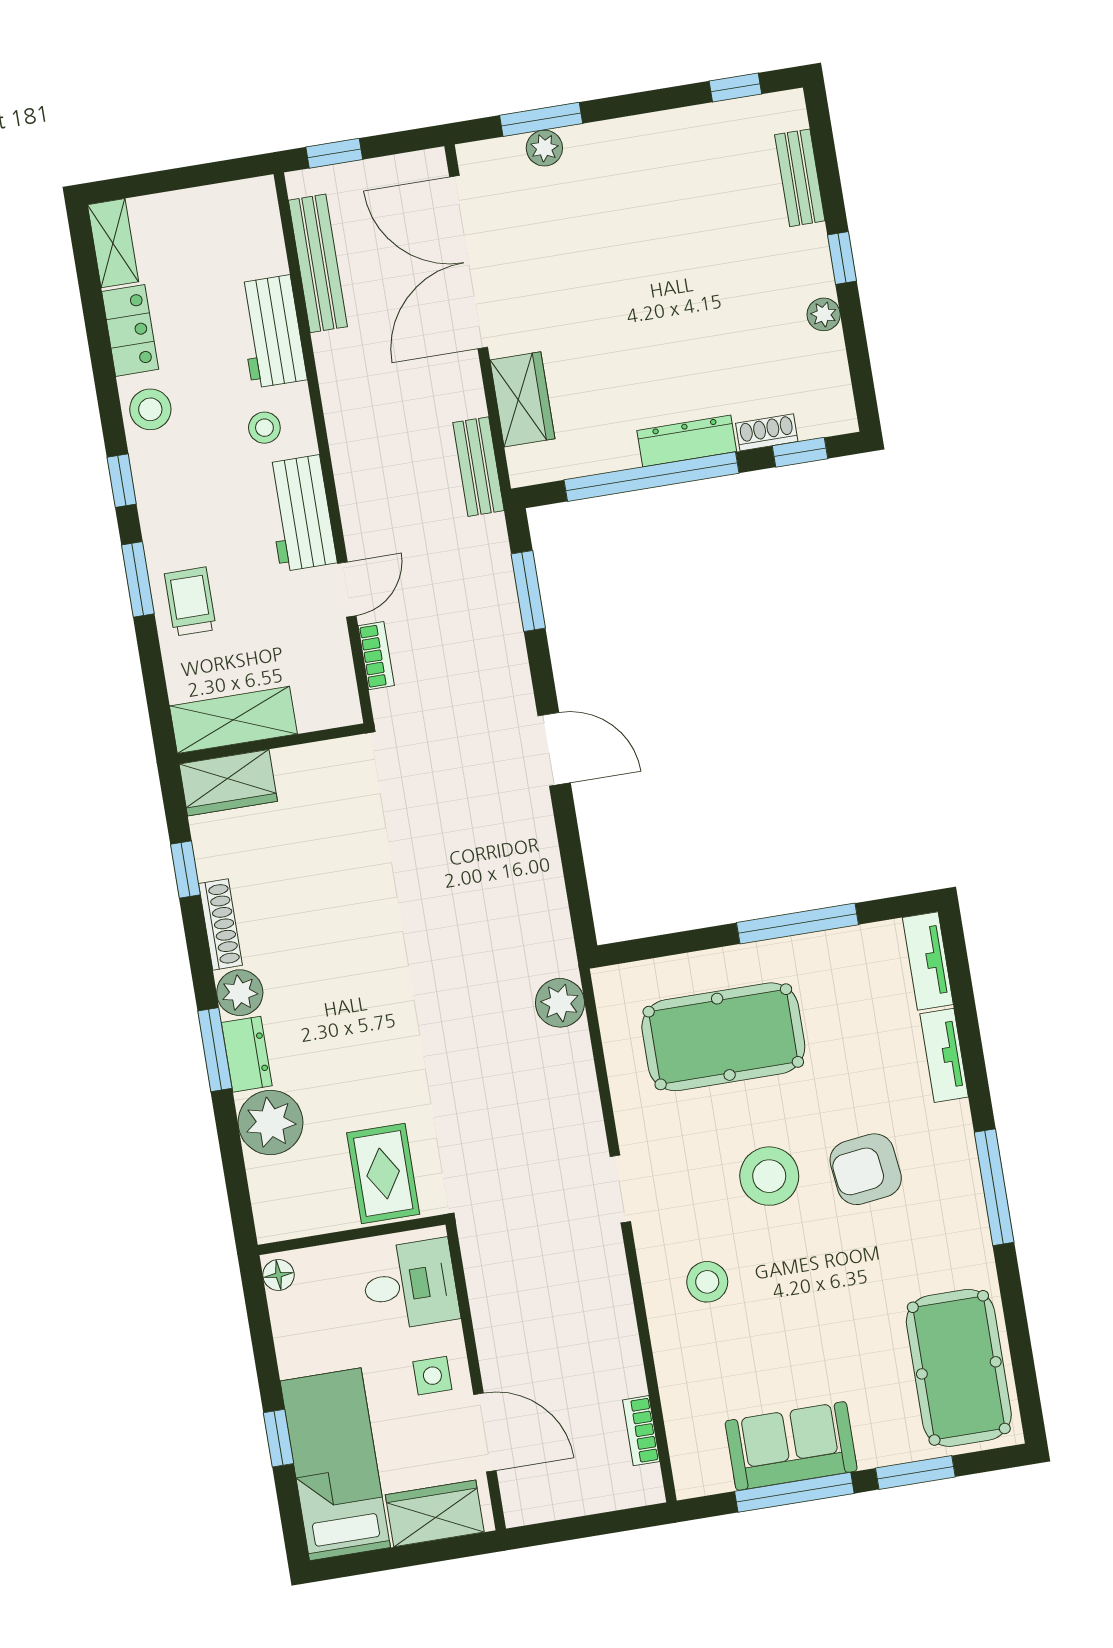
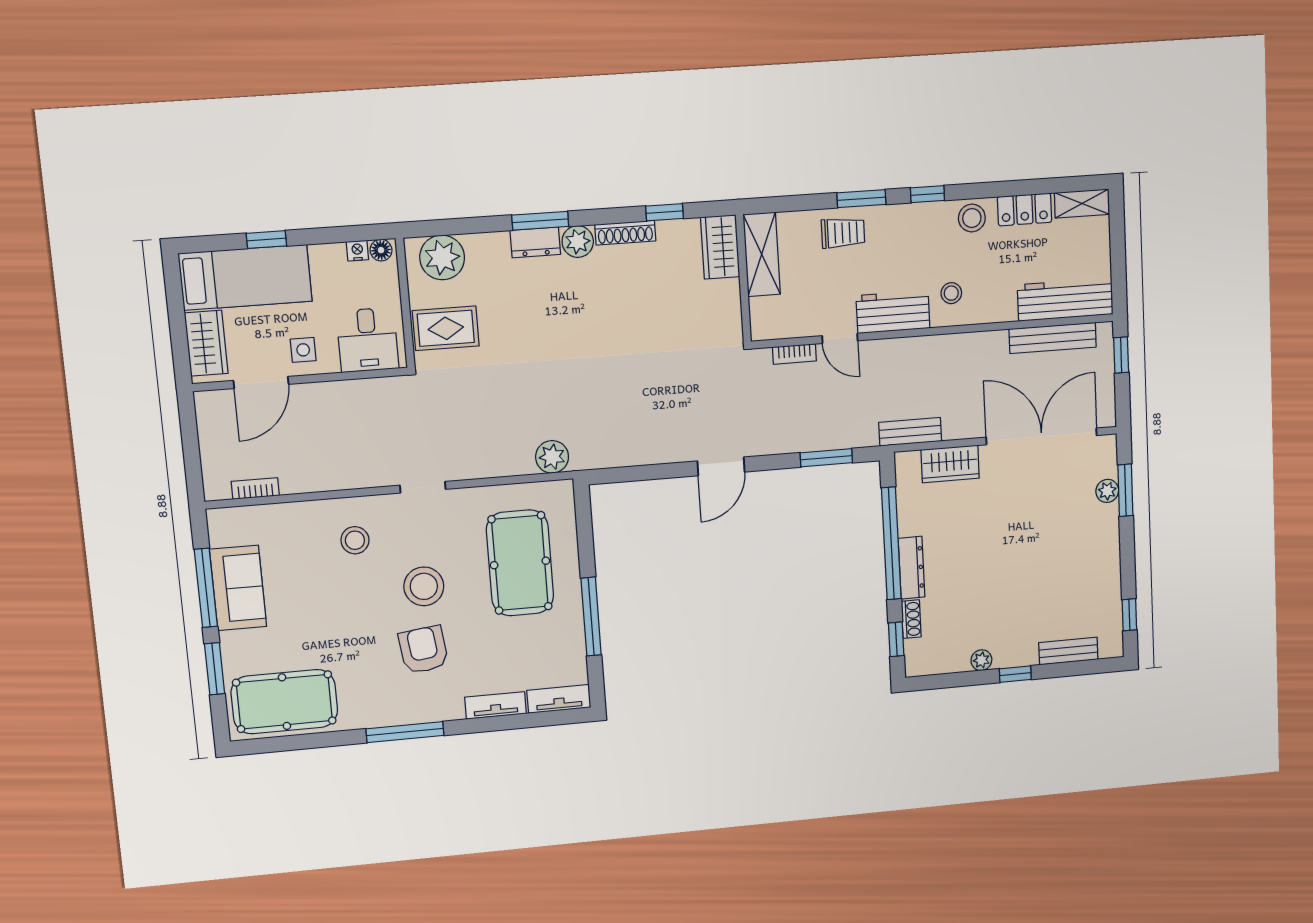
workbench: (271, 332) -> (1065, 300), moved, width x1.38
plant: (270, 1122) -> (442, 257), moved
nightstand: (282, 1309) -> (357, 251), added

